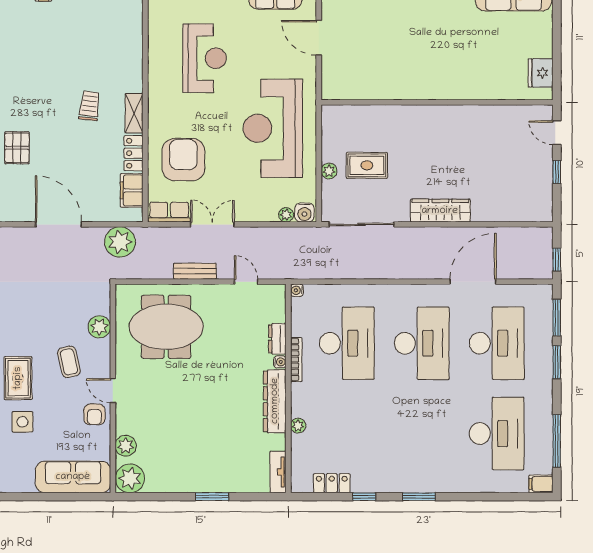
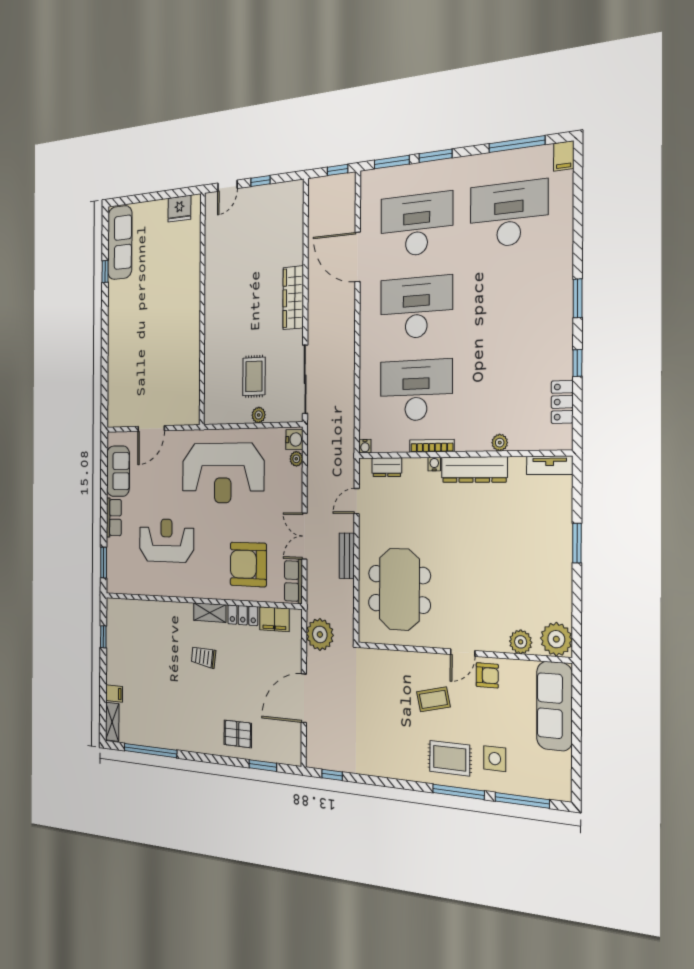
plant: (99, 327) -> (399, 663), removed
dresser: (277, 339) -> (387, 467), moved

